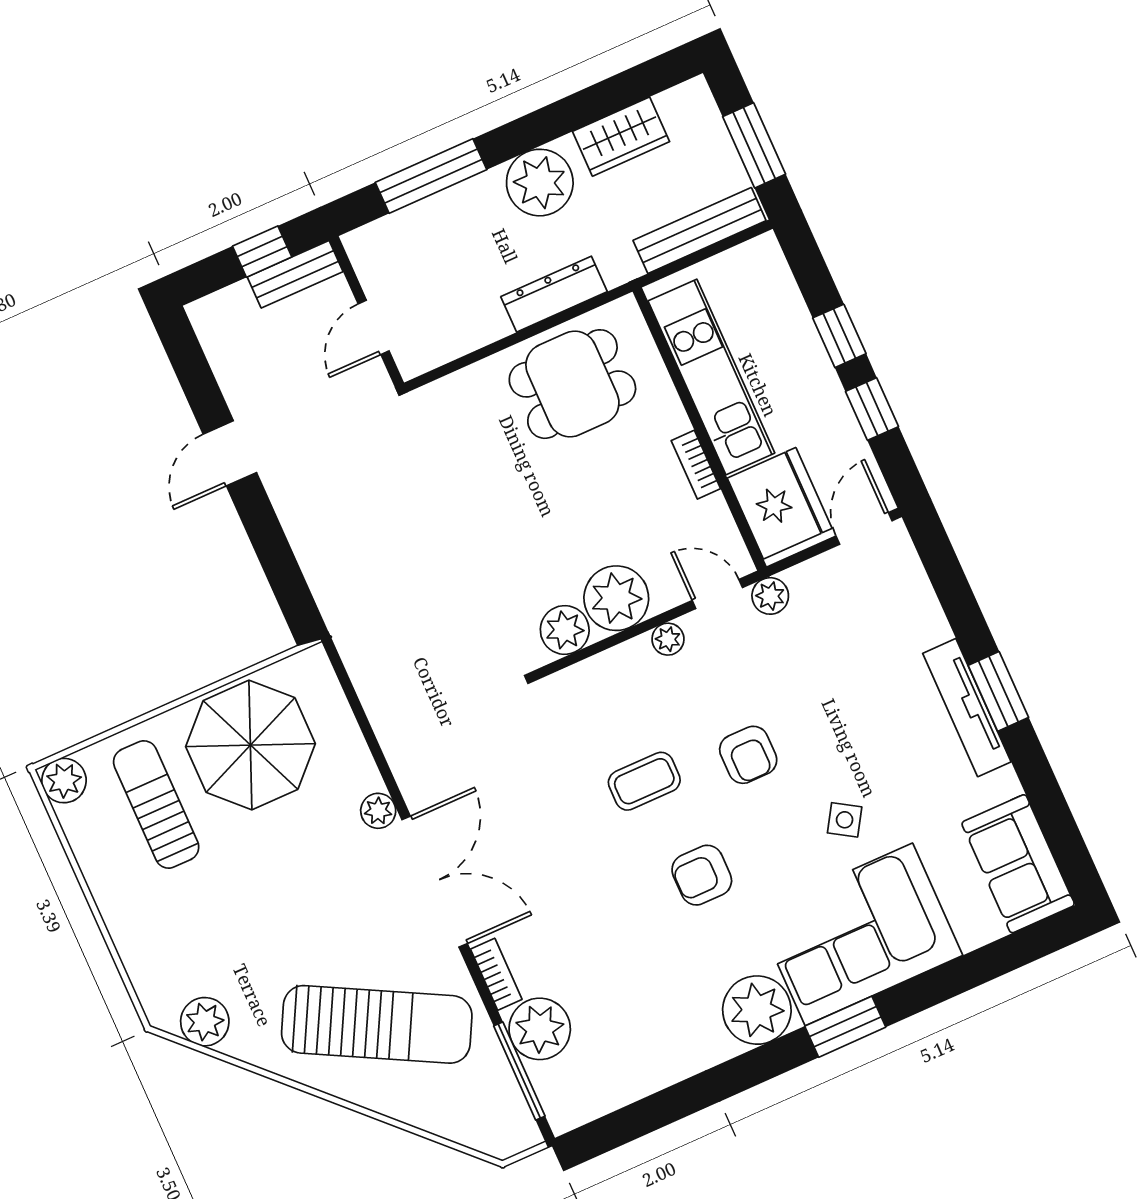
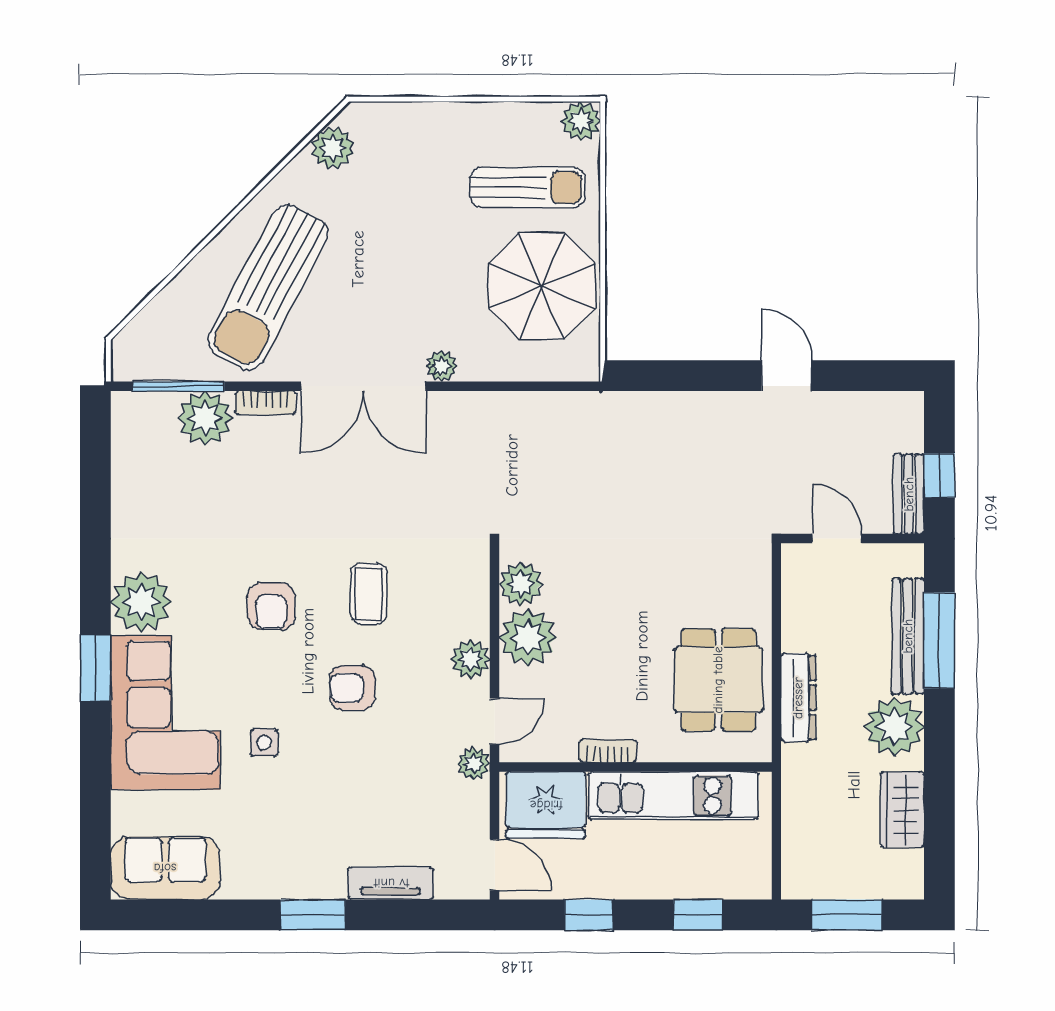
bench: (700, 231) -> (908, 636), moved
window: (839, 336) -> (698, 915), moved
plant: (668, 639) -> (470, 659), width x1.38, depth x1.38
tv unit: (967, 708) -> (391, 883), moved, width x0.71
side table: (845, 820) -> (264, 743), turned -32
armchair: (702, 875) -> (271, 606), turned 180

